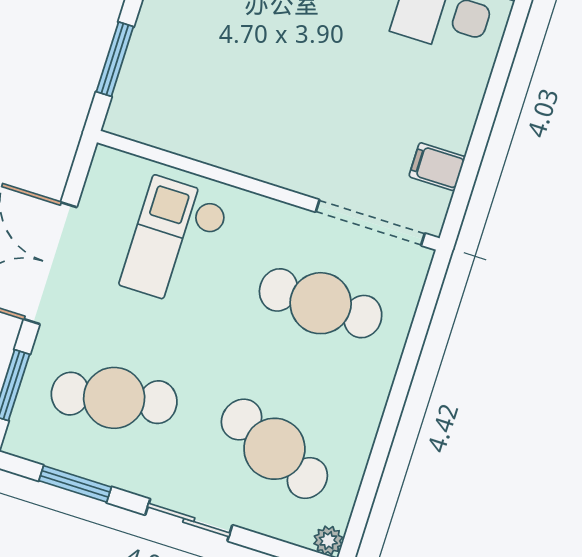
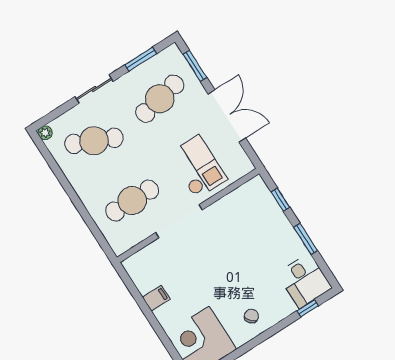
window: (115, 59) -> (280, 200), width x0.67
filing cabinet: (437, 167) -> (156, 298), moved
doorway: (370, 223) -> (179, 221), moved

